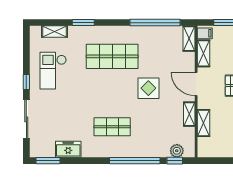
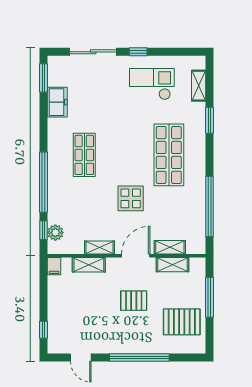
filing cabinet: (205, 33) -> (54, 266), moved
shelving: (189, 39) -> (170, 247), moved

